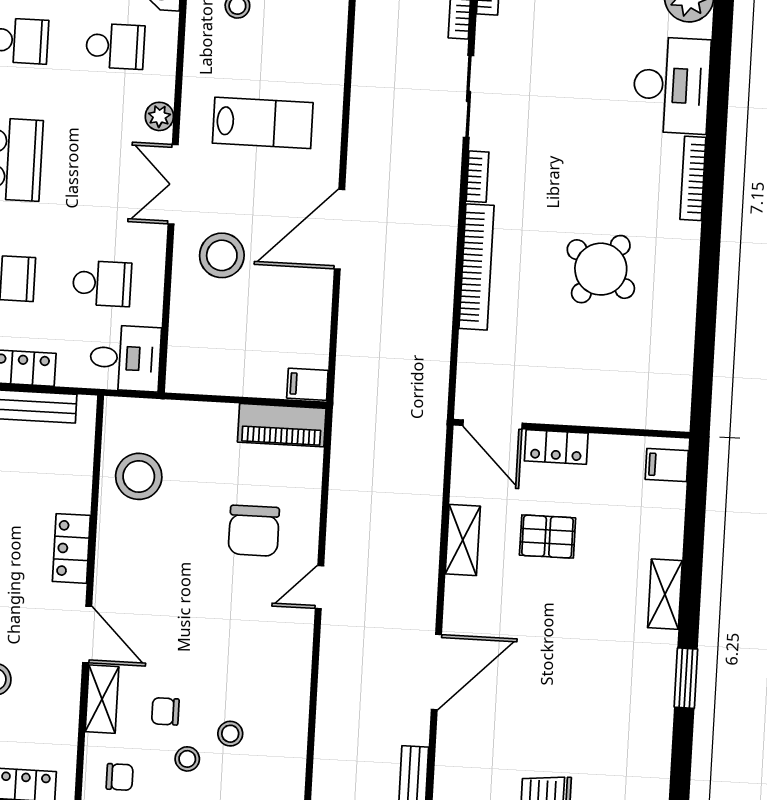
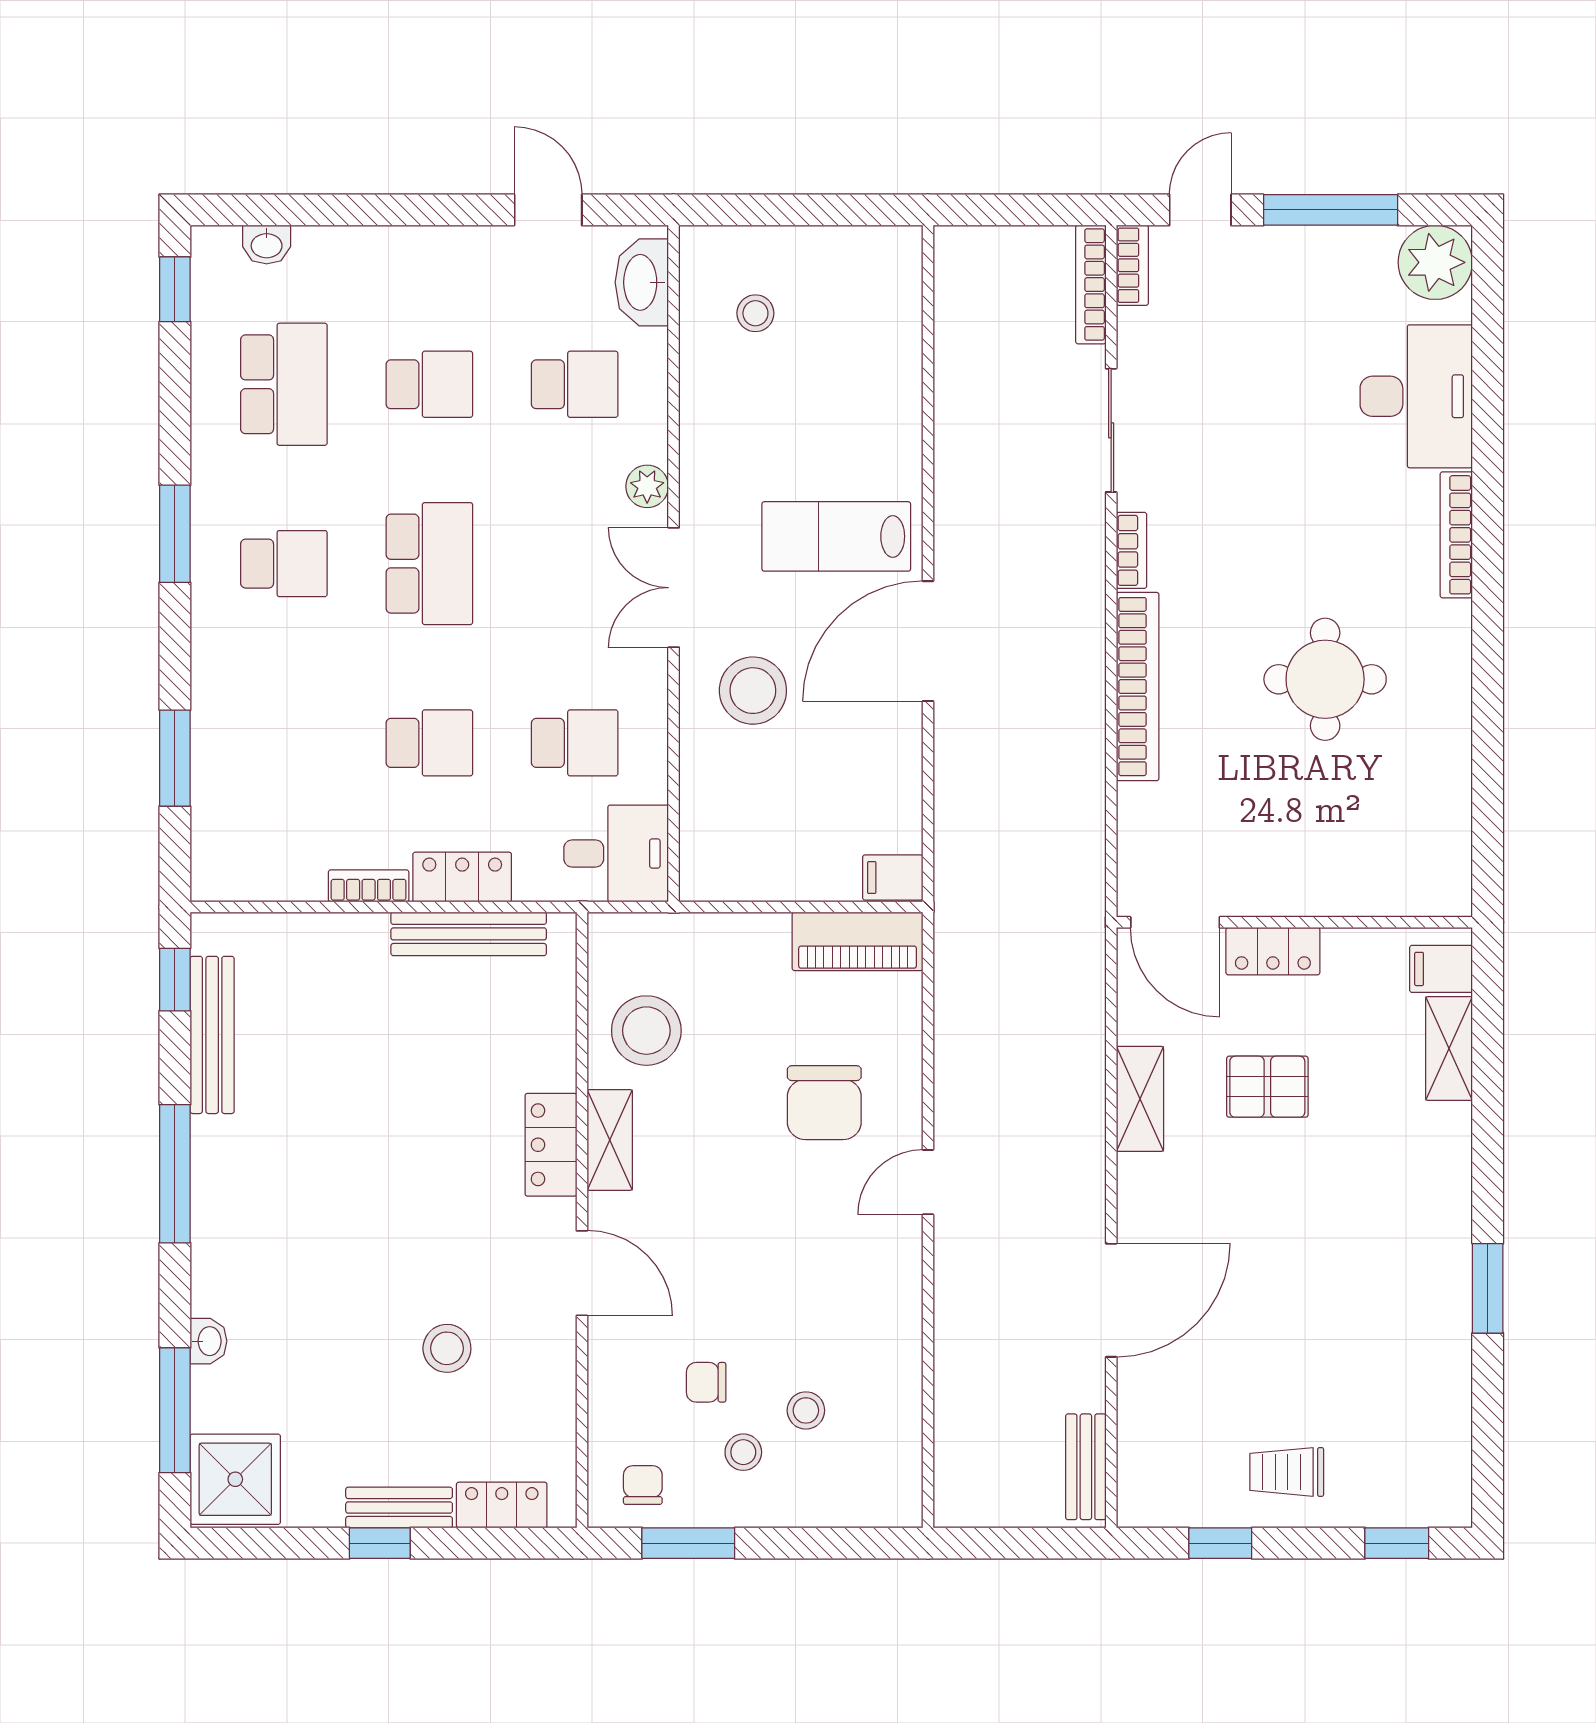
lab bench: (263, 123) -> (836, 536), moved, turned 180
round table: (601, 269) -> (1325, 679), turned -36
shelving: (665, 594) -> (1449, 1048), moved
shelving: (102, 699) -> (610, 1140), moved
chair: (120, 777) -> (643, 1485), turned -90

